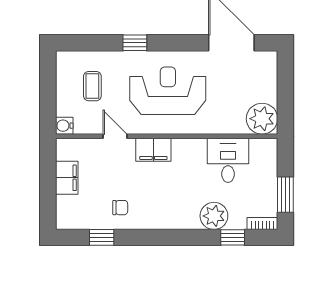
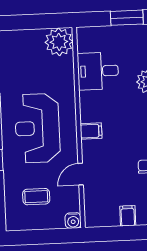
filing cabinet: (153, 150) -> (91, 131), width x0.50
filing cabinet: (67, 178) -> (128, 216), width x0.50

